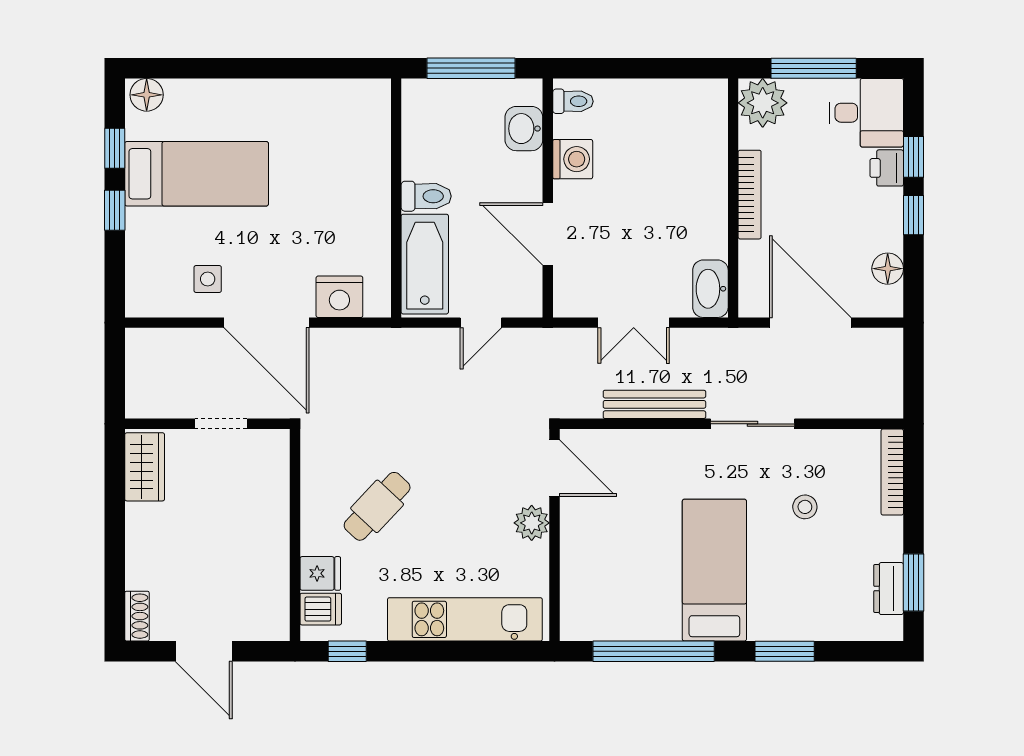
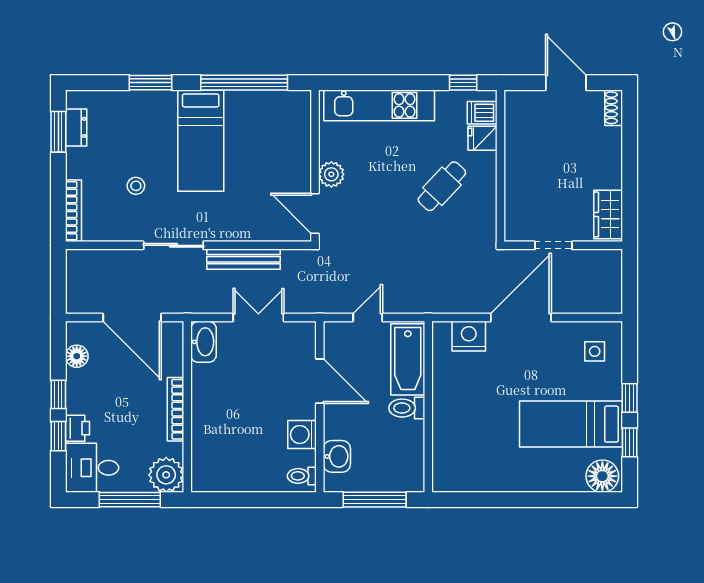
floor lamp: (147, 95) -> (602, 476), width x1.38, depth x1.38
side table: (208, 279) -> (595, 351), moved
door: (267, 323) -> (521, 318), hinge flipped

